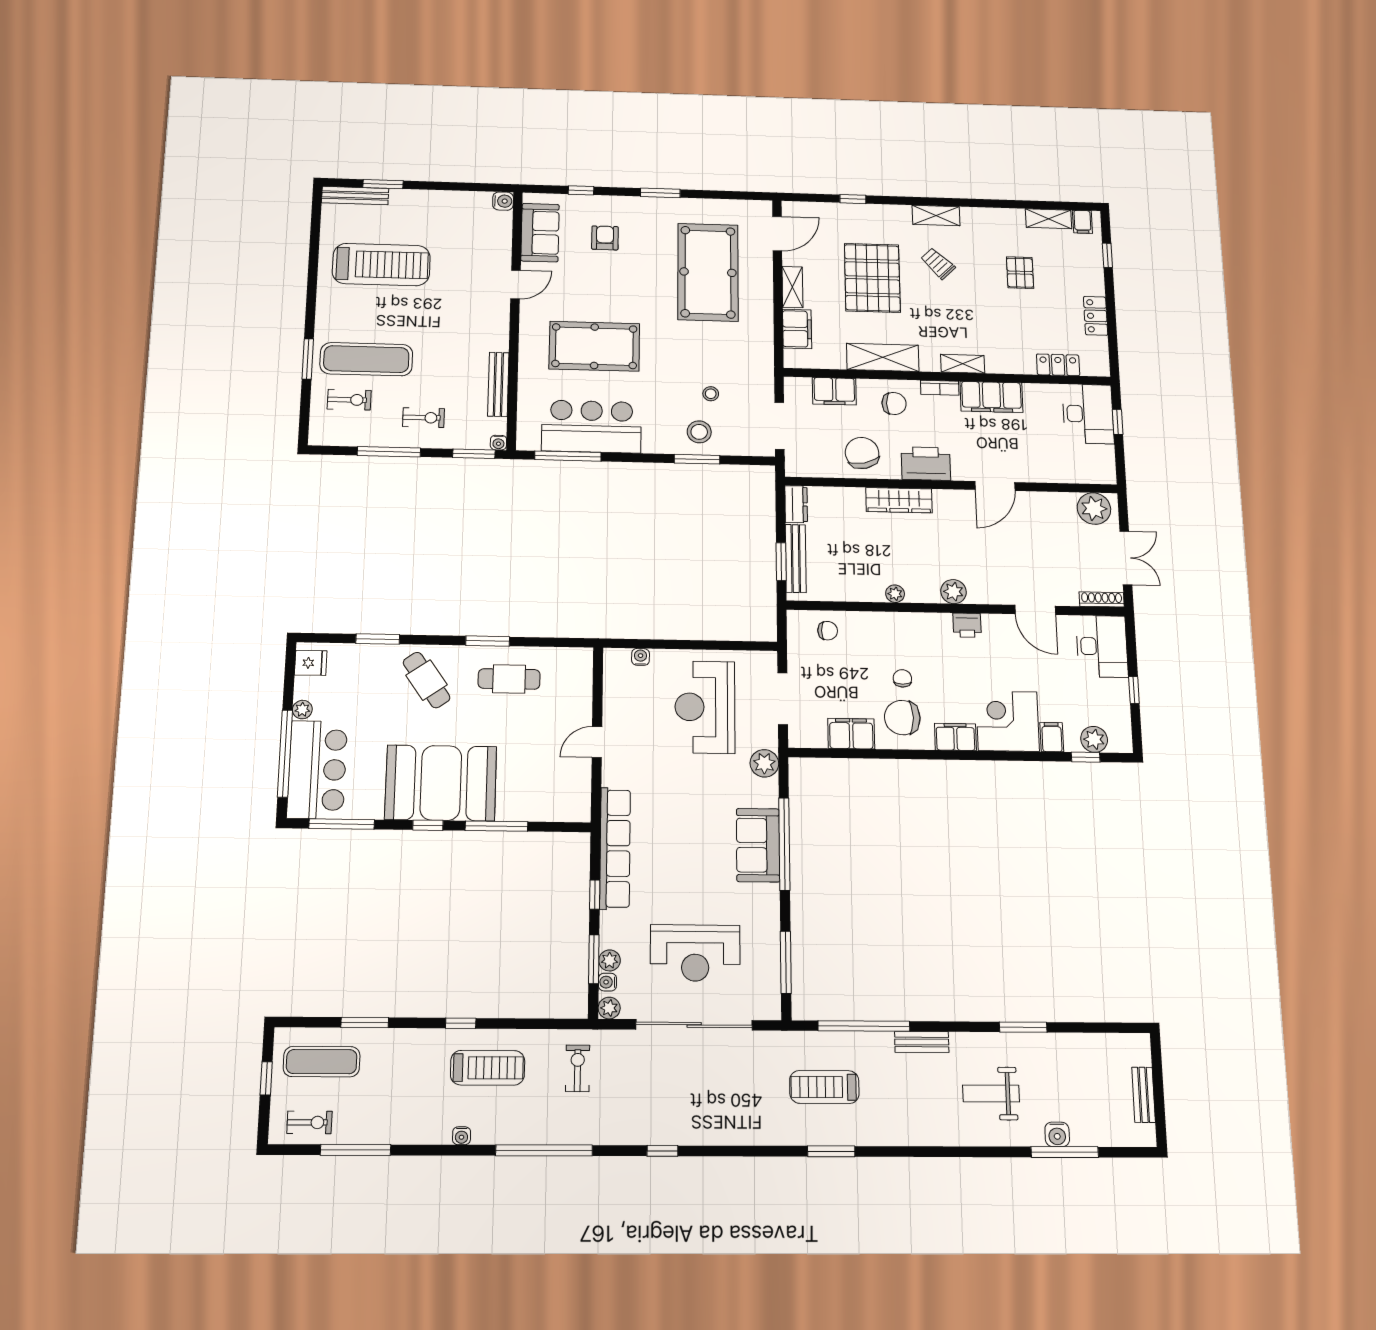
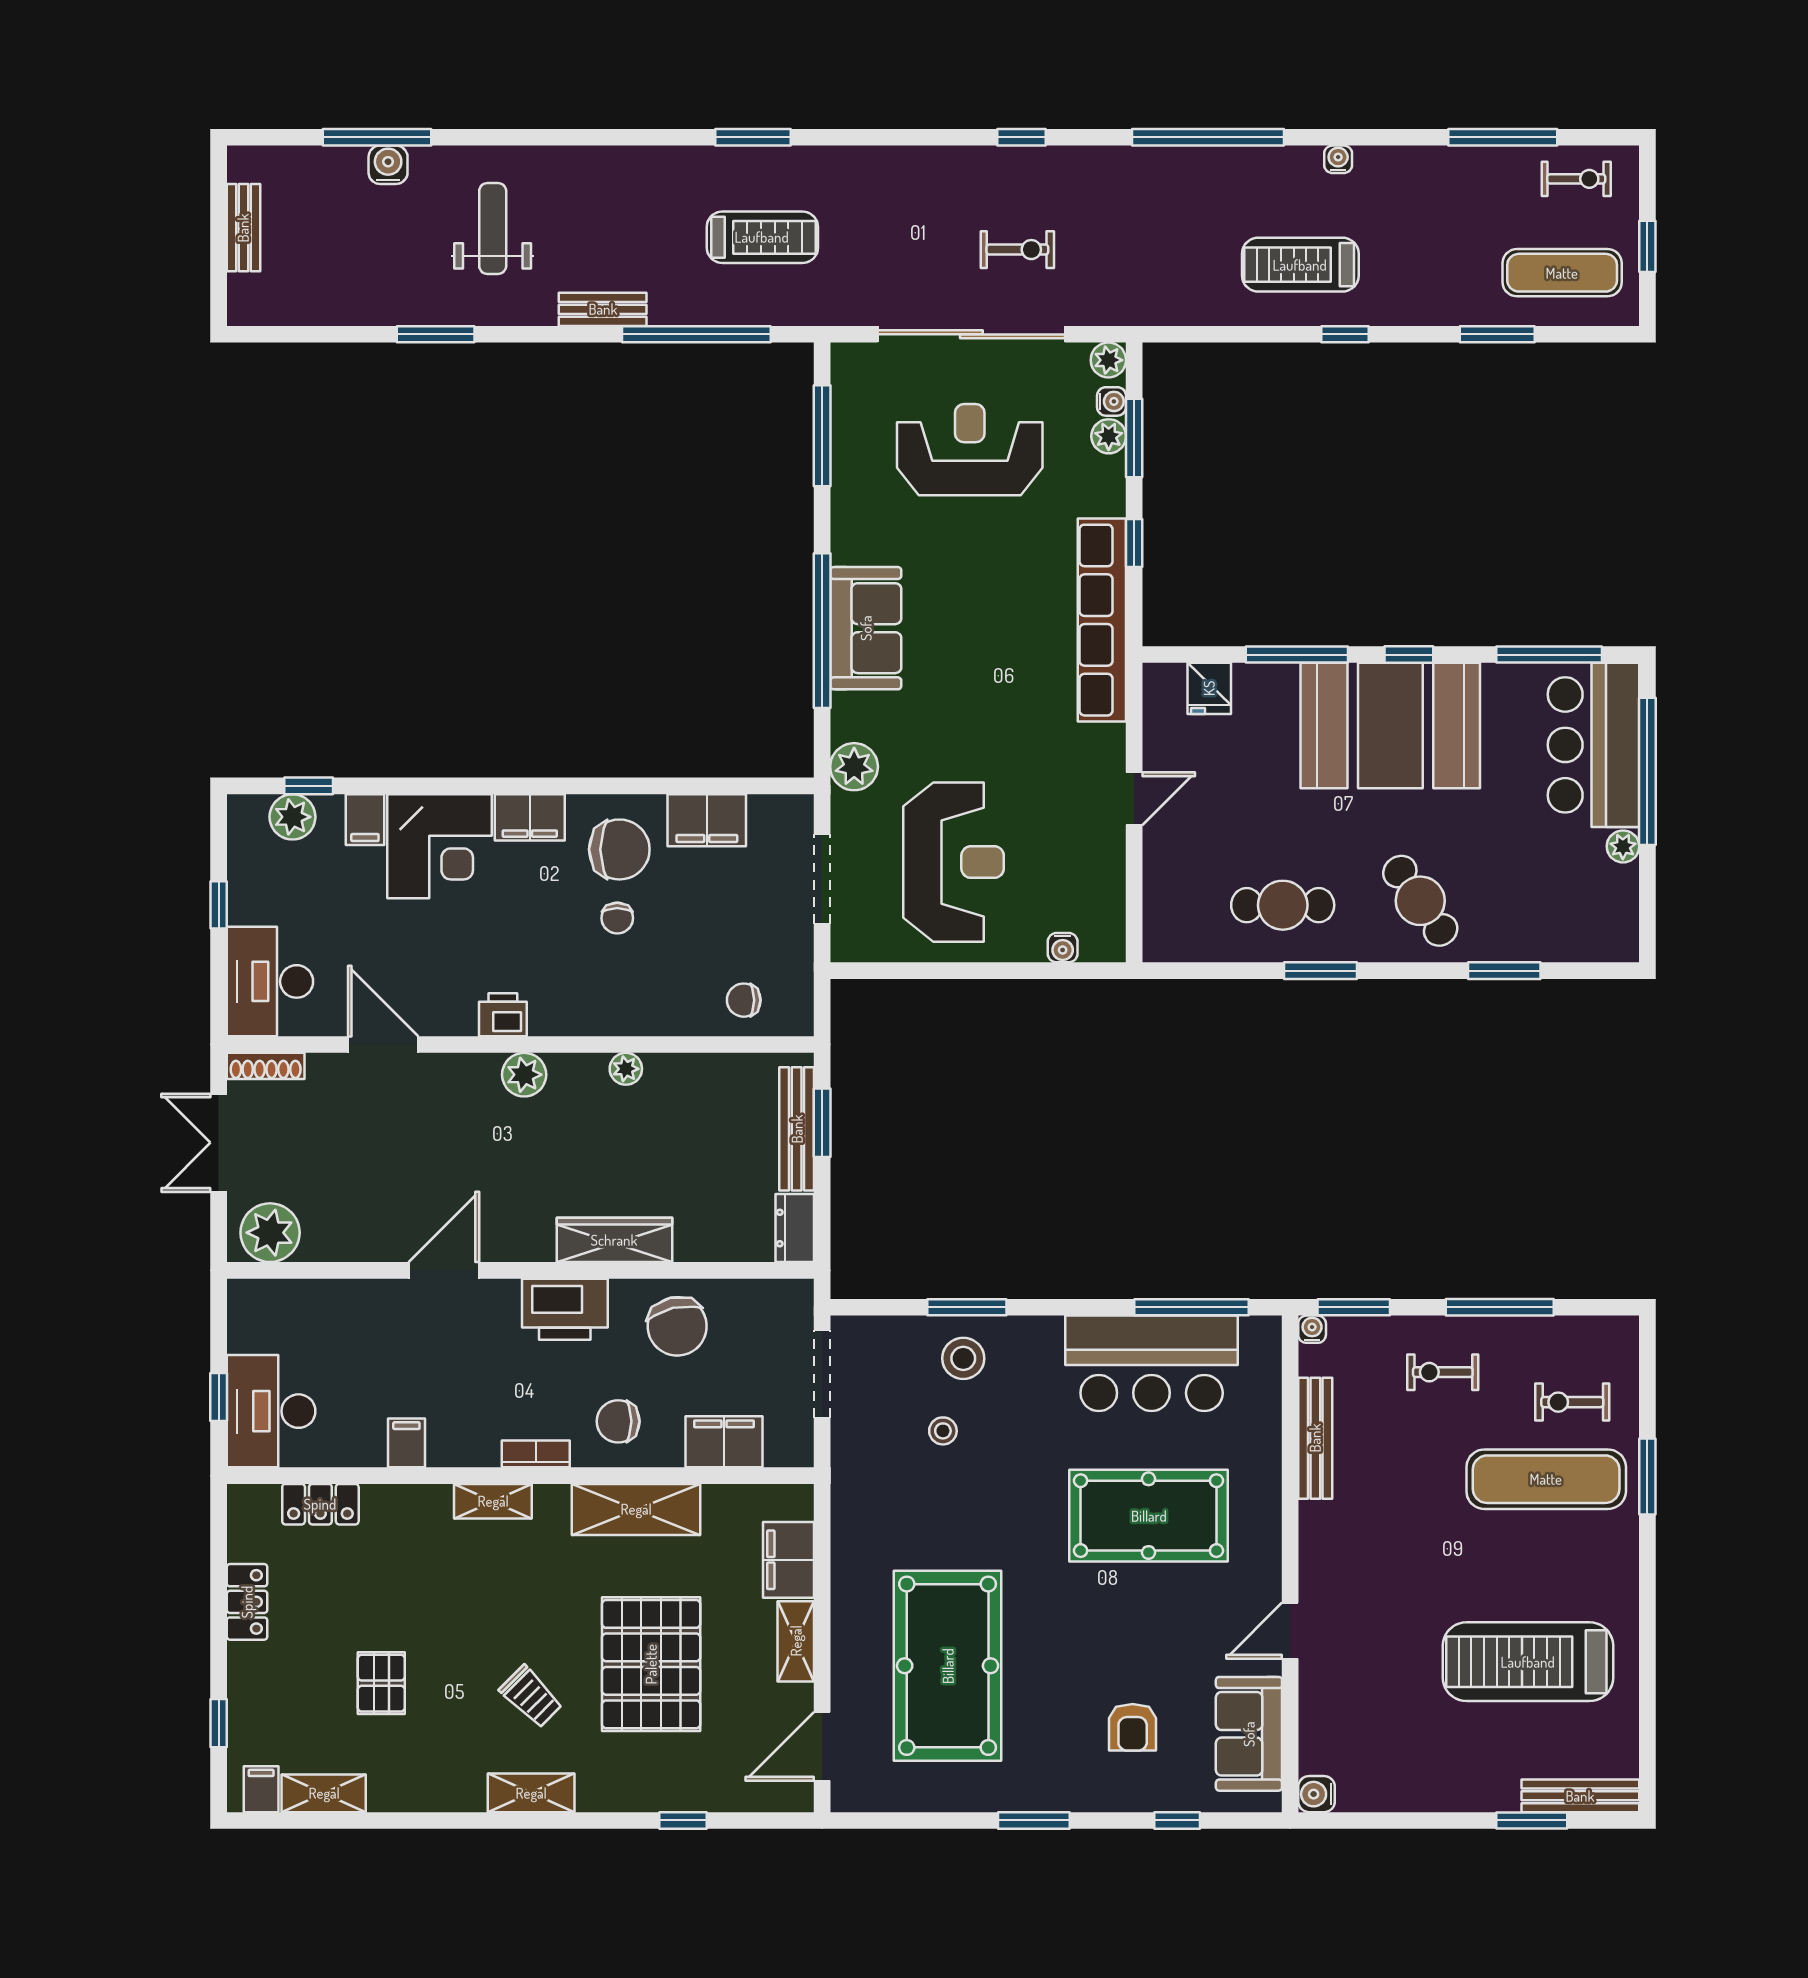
filing cabinet: (991, 397) -> (406, 1443), width x0.33, depth x0.86
fridge: (311, 663) -> (1209, 688), moved, turned -90
exercise bike: (578, 1068) -> (1017, 250), moved, turned -90
weight bench: (991, 1093) -> (493, 228), turned -90
exercise bike: (309, 1122) -> (1576, 179), turned 180

